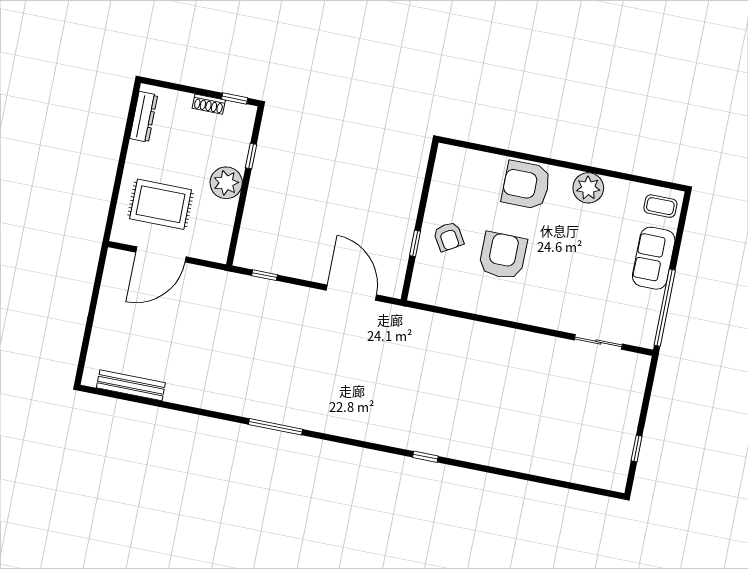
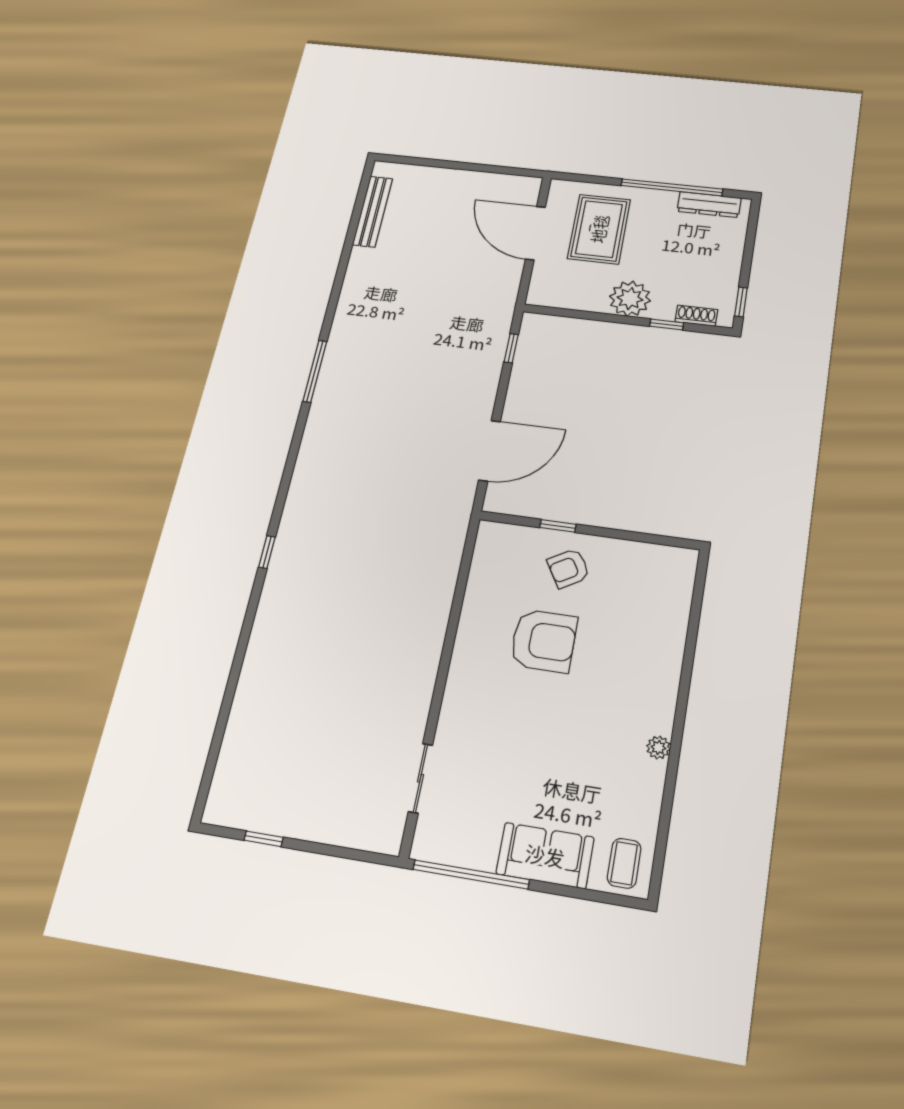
shoe rack: (209, 104) -> (696, 316), moved, turned 90
window: (125, 145) -> (672, 187), added
armchair: (526, 185) -> (646, 669), removed
plant: (588, 188) -> (658, 747), width x0.53, depth x0.53

